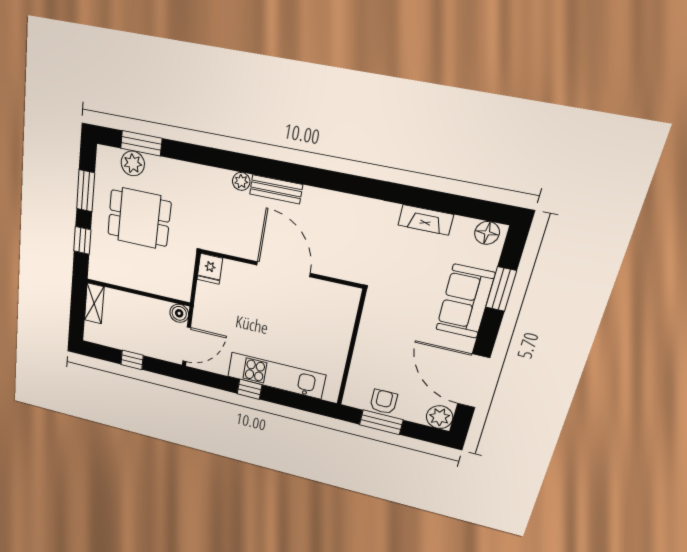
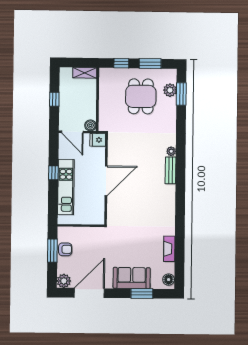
wall: (280, 268) -> (106, 179), moved
fridge: (210, 269) -> (98, 140), moved
door: (283, 269) -> (106, 181), moved

